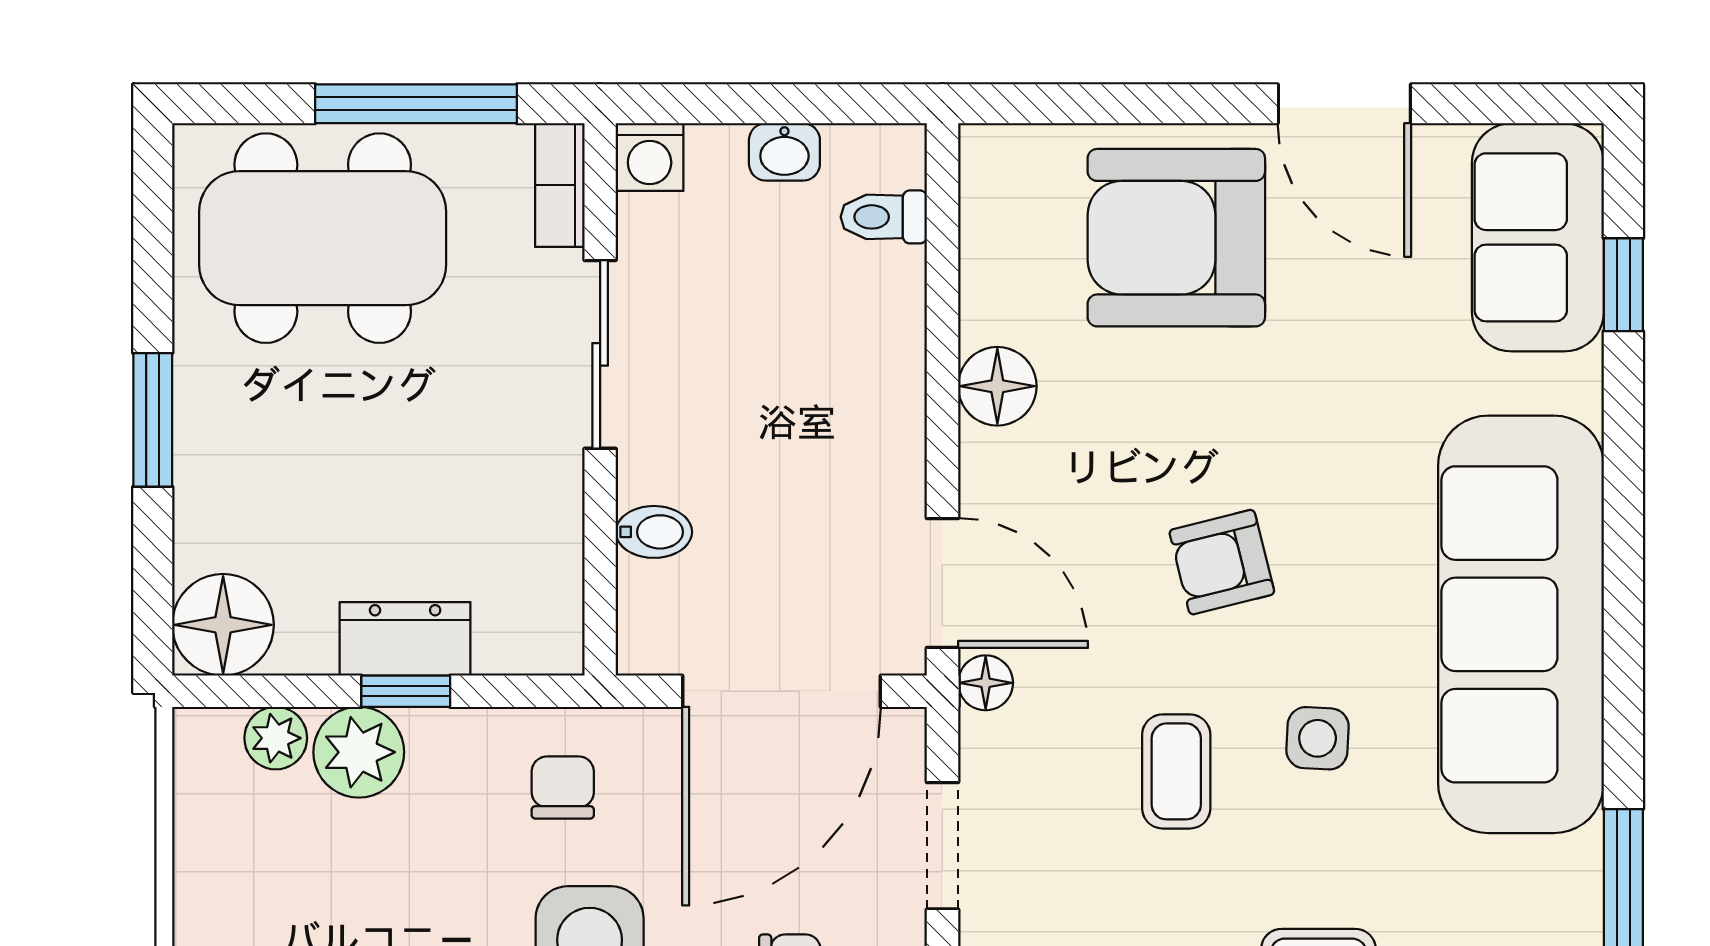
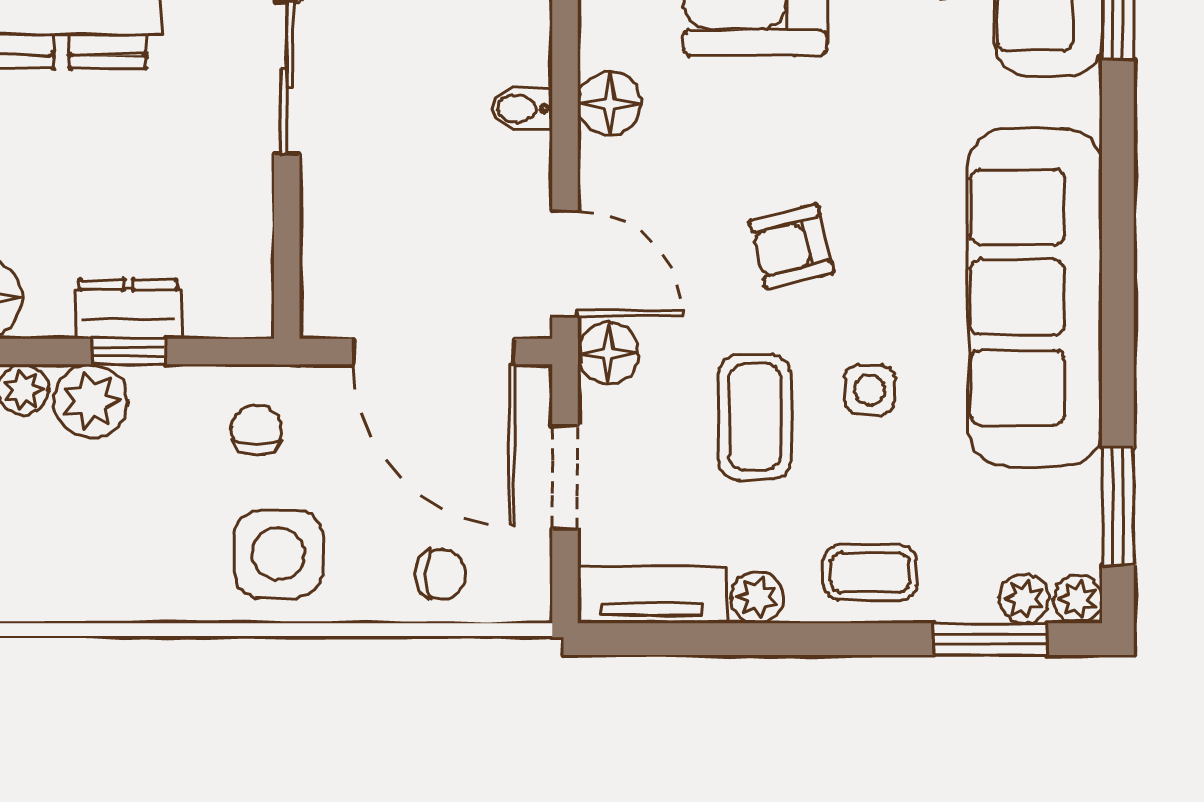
bidet: (654, 532) -> (521, 109), moved, turned 180
floor lamp: (986, 683) -> (608, 353), width x1.37, depth x1.37
door: (782, 691) -> (434, 352), hinge flipped
coffee table: (1176, 771) -> (755, 417), width x1.36, depth x1.30

